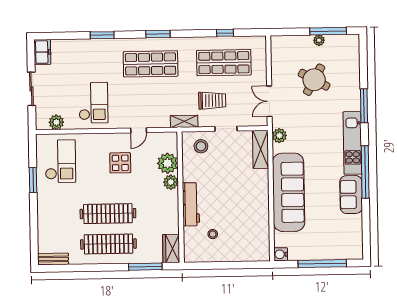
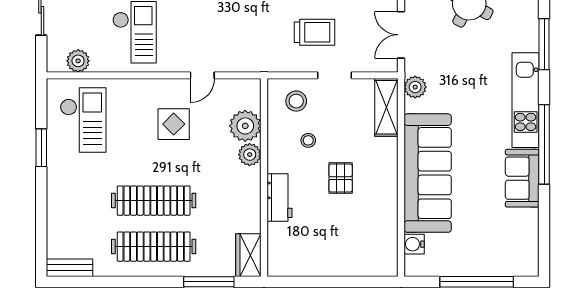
shelving: (184, 121) -> (271, 63), removed
pallet: (231, 197) -> (341, 178), added
workbench: (191, 204) -> (279, 198), width x0.73
stool: (213, 234) -> (308, 140), moved
water cooler: (281, 254) -> (414, 244), moved

